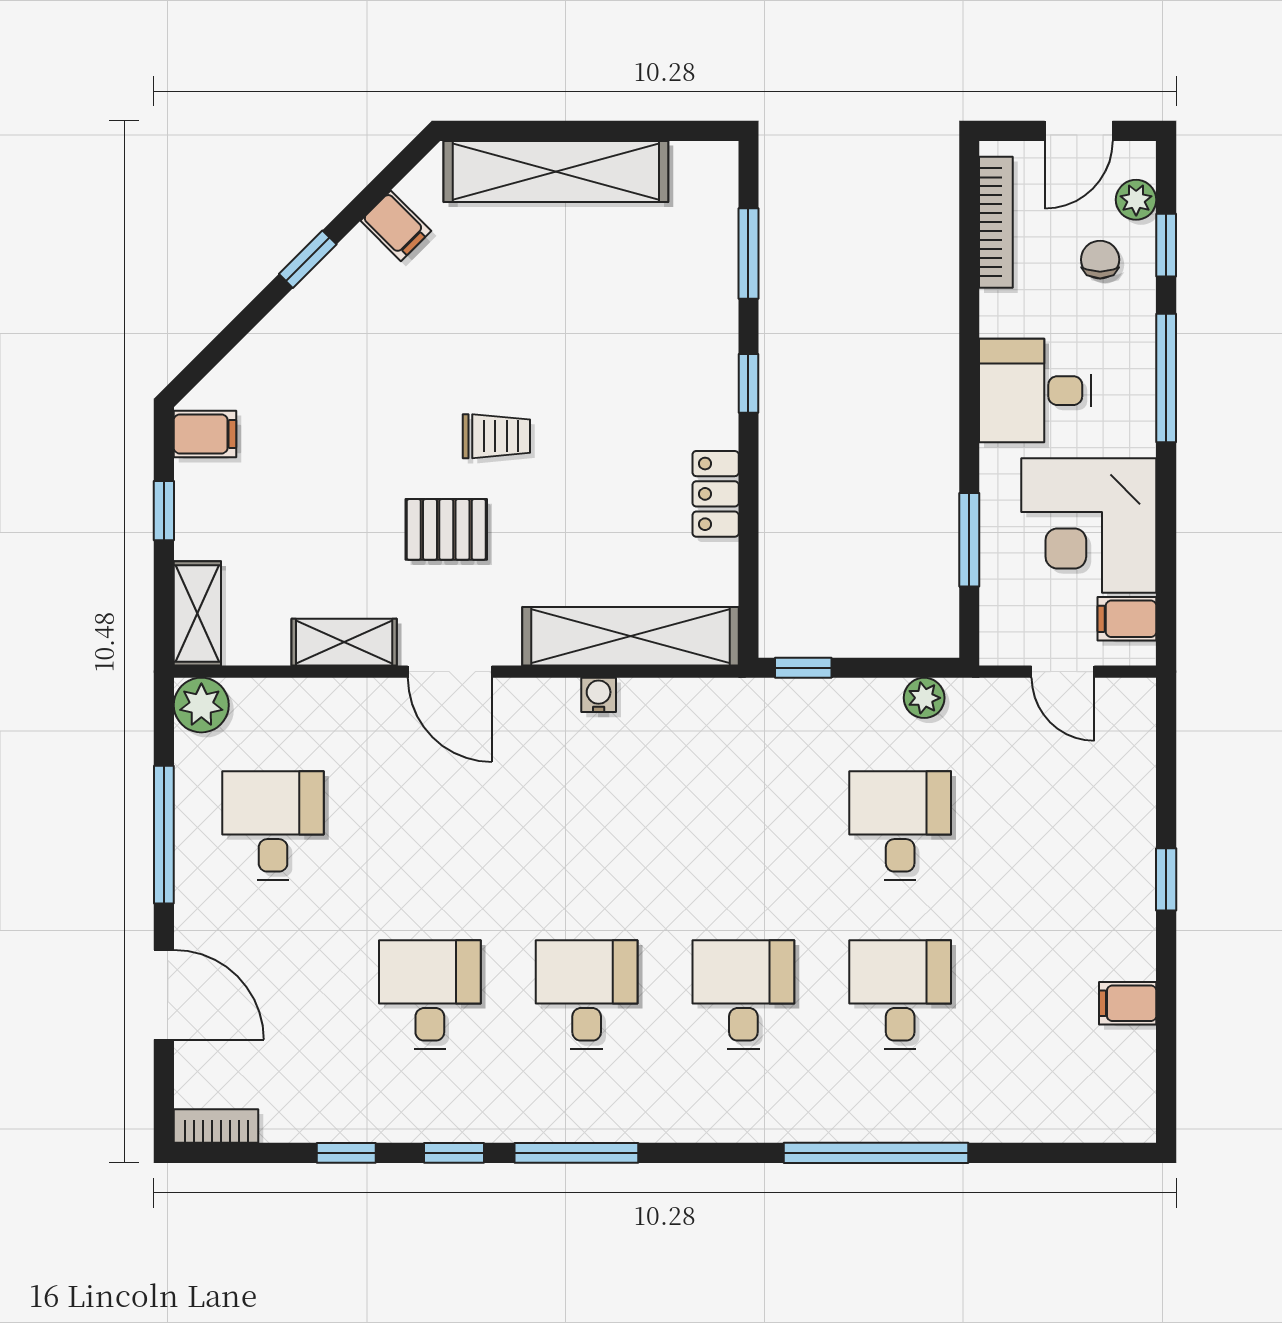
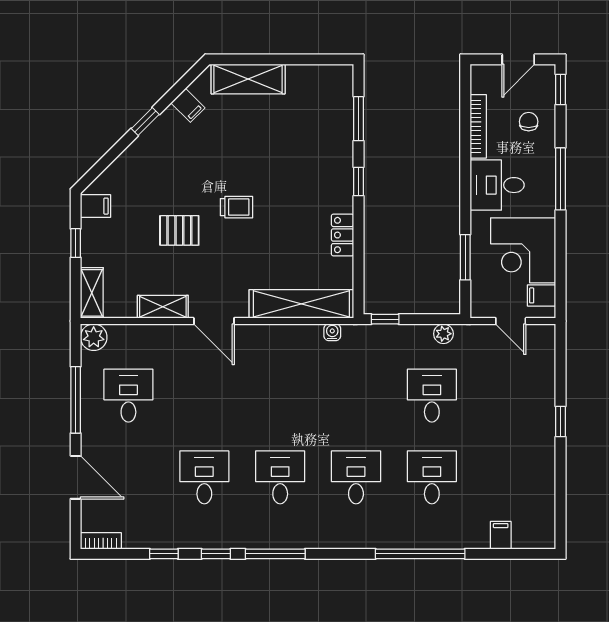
shelving: (556, 171) -> (248, 79), width x0.68
plant: (1136, 200) -> (546, 93), removed
bookcase: (996, 222) -> (478, 126), moved
window: (1166, 245) -> (561, 89), moved
pallet: (446, 529) -> (179, 230), moved
water cooler: (599, 695) -> (332, 332), moved
filing cabinet: (1128, 1003) -> (501, 535), moved, turned 90

